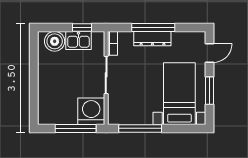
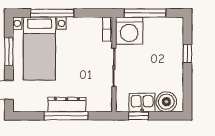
bookcase: (113, 43) -> (107, 29), moved
window: (34, 89) -> (187, 54), added
window: (140, 128) -> (52, 13), moved

